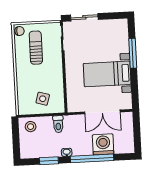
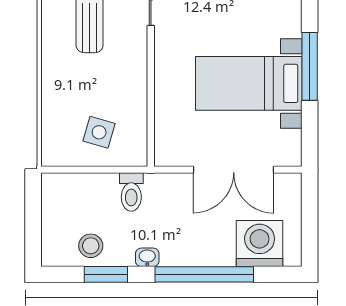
window: (133, 53) -> (310, 66), moved
stool: (31, 127) -> (91, 246), moved
washing machine: (103, 144) -> (260, 244), moved

